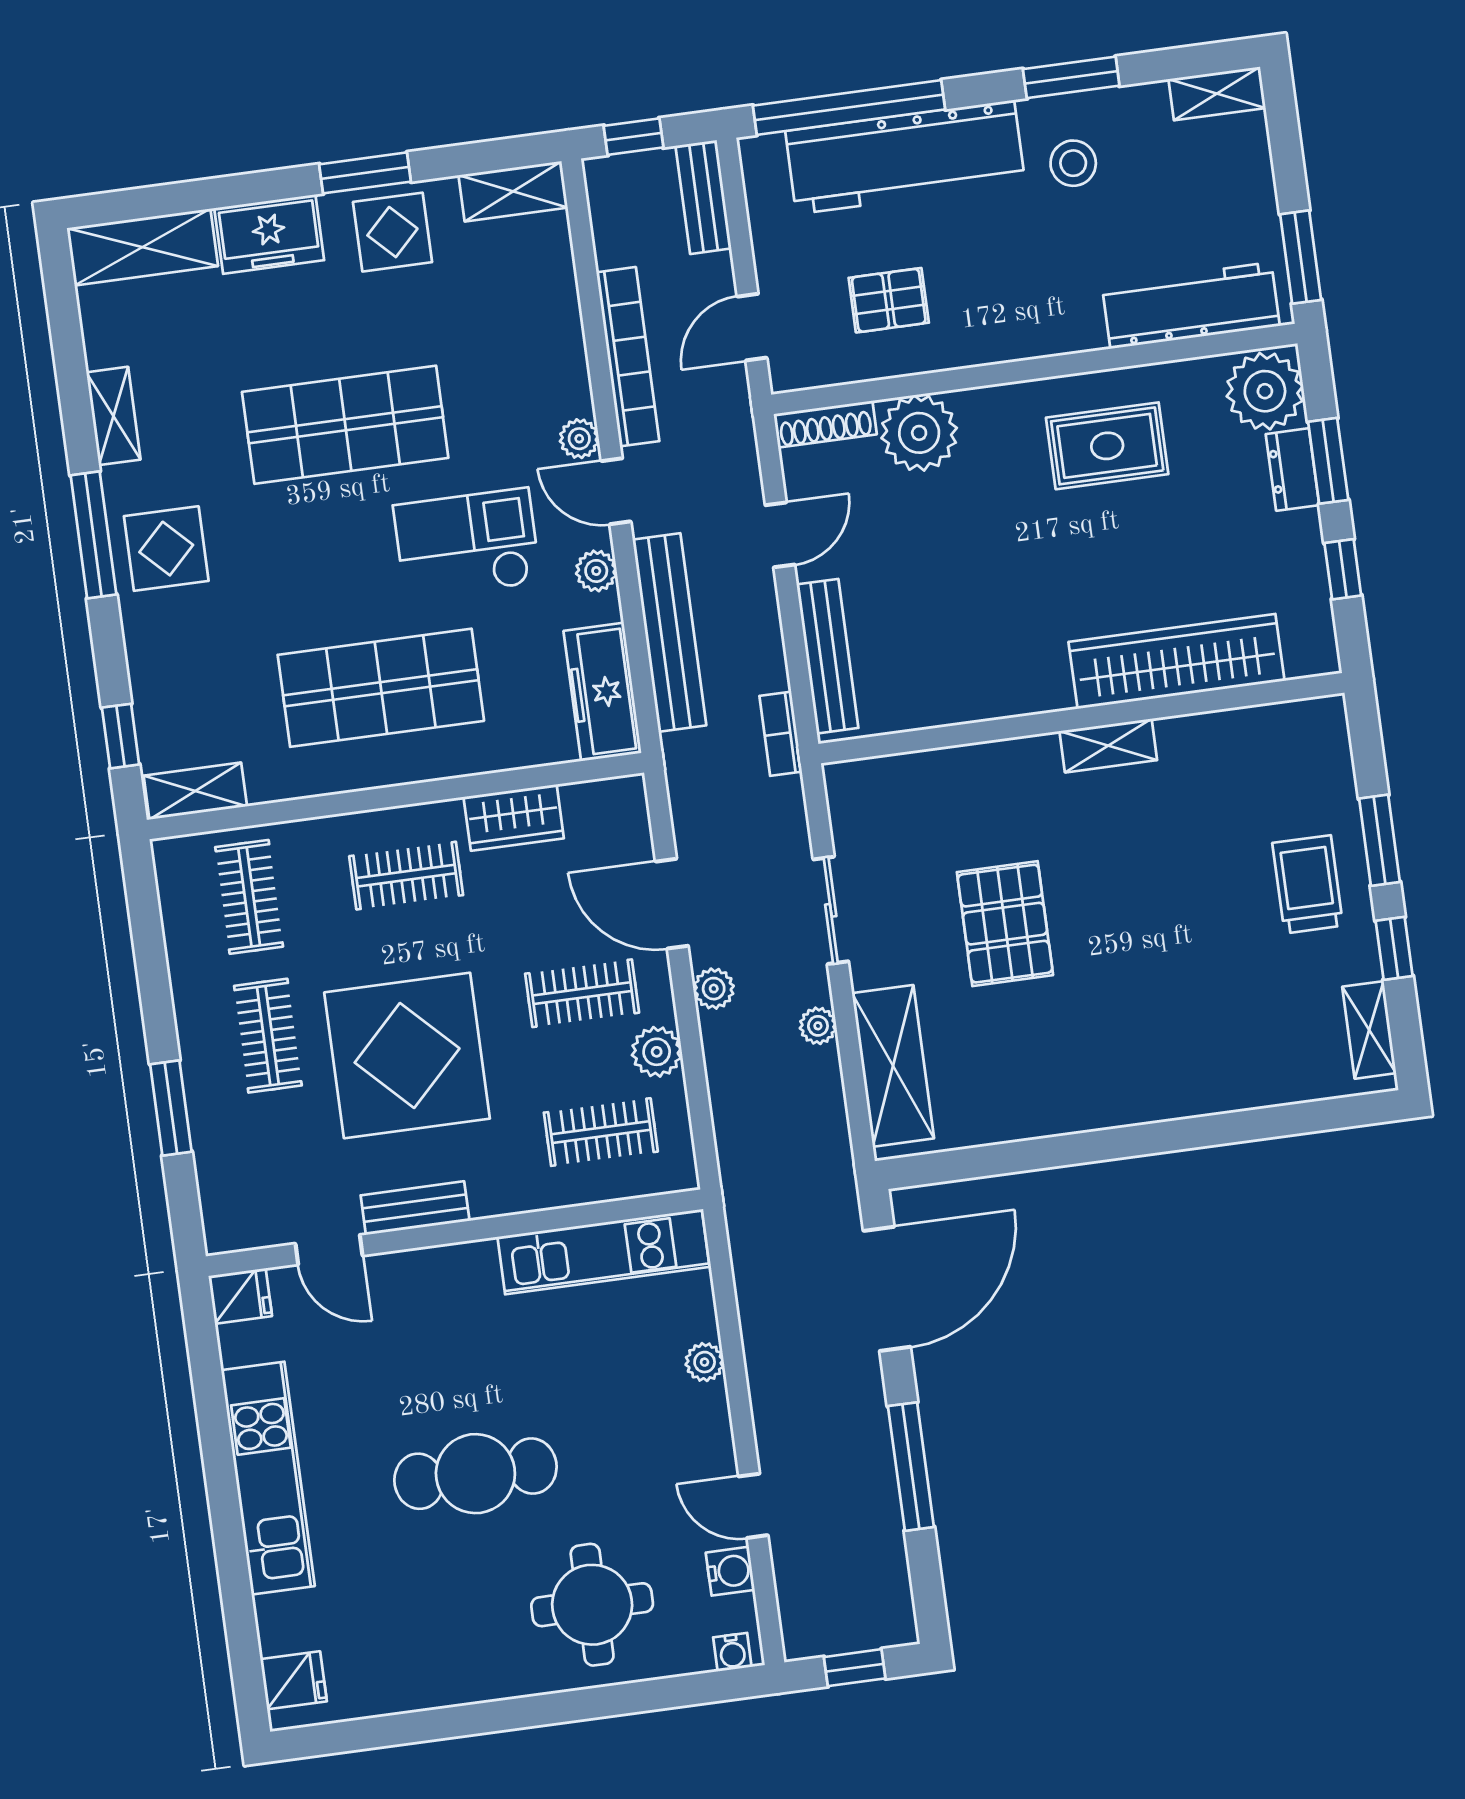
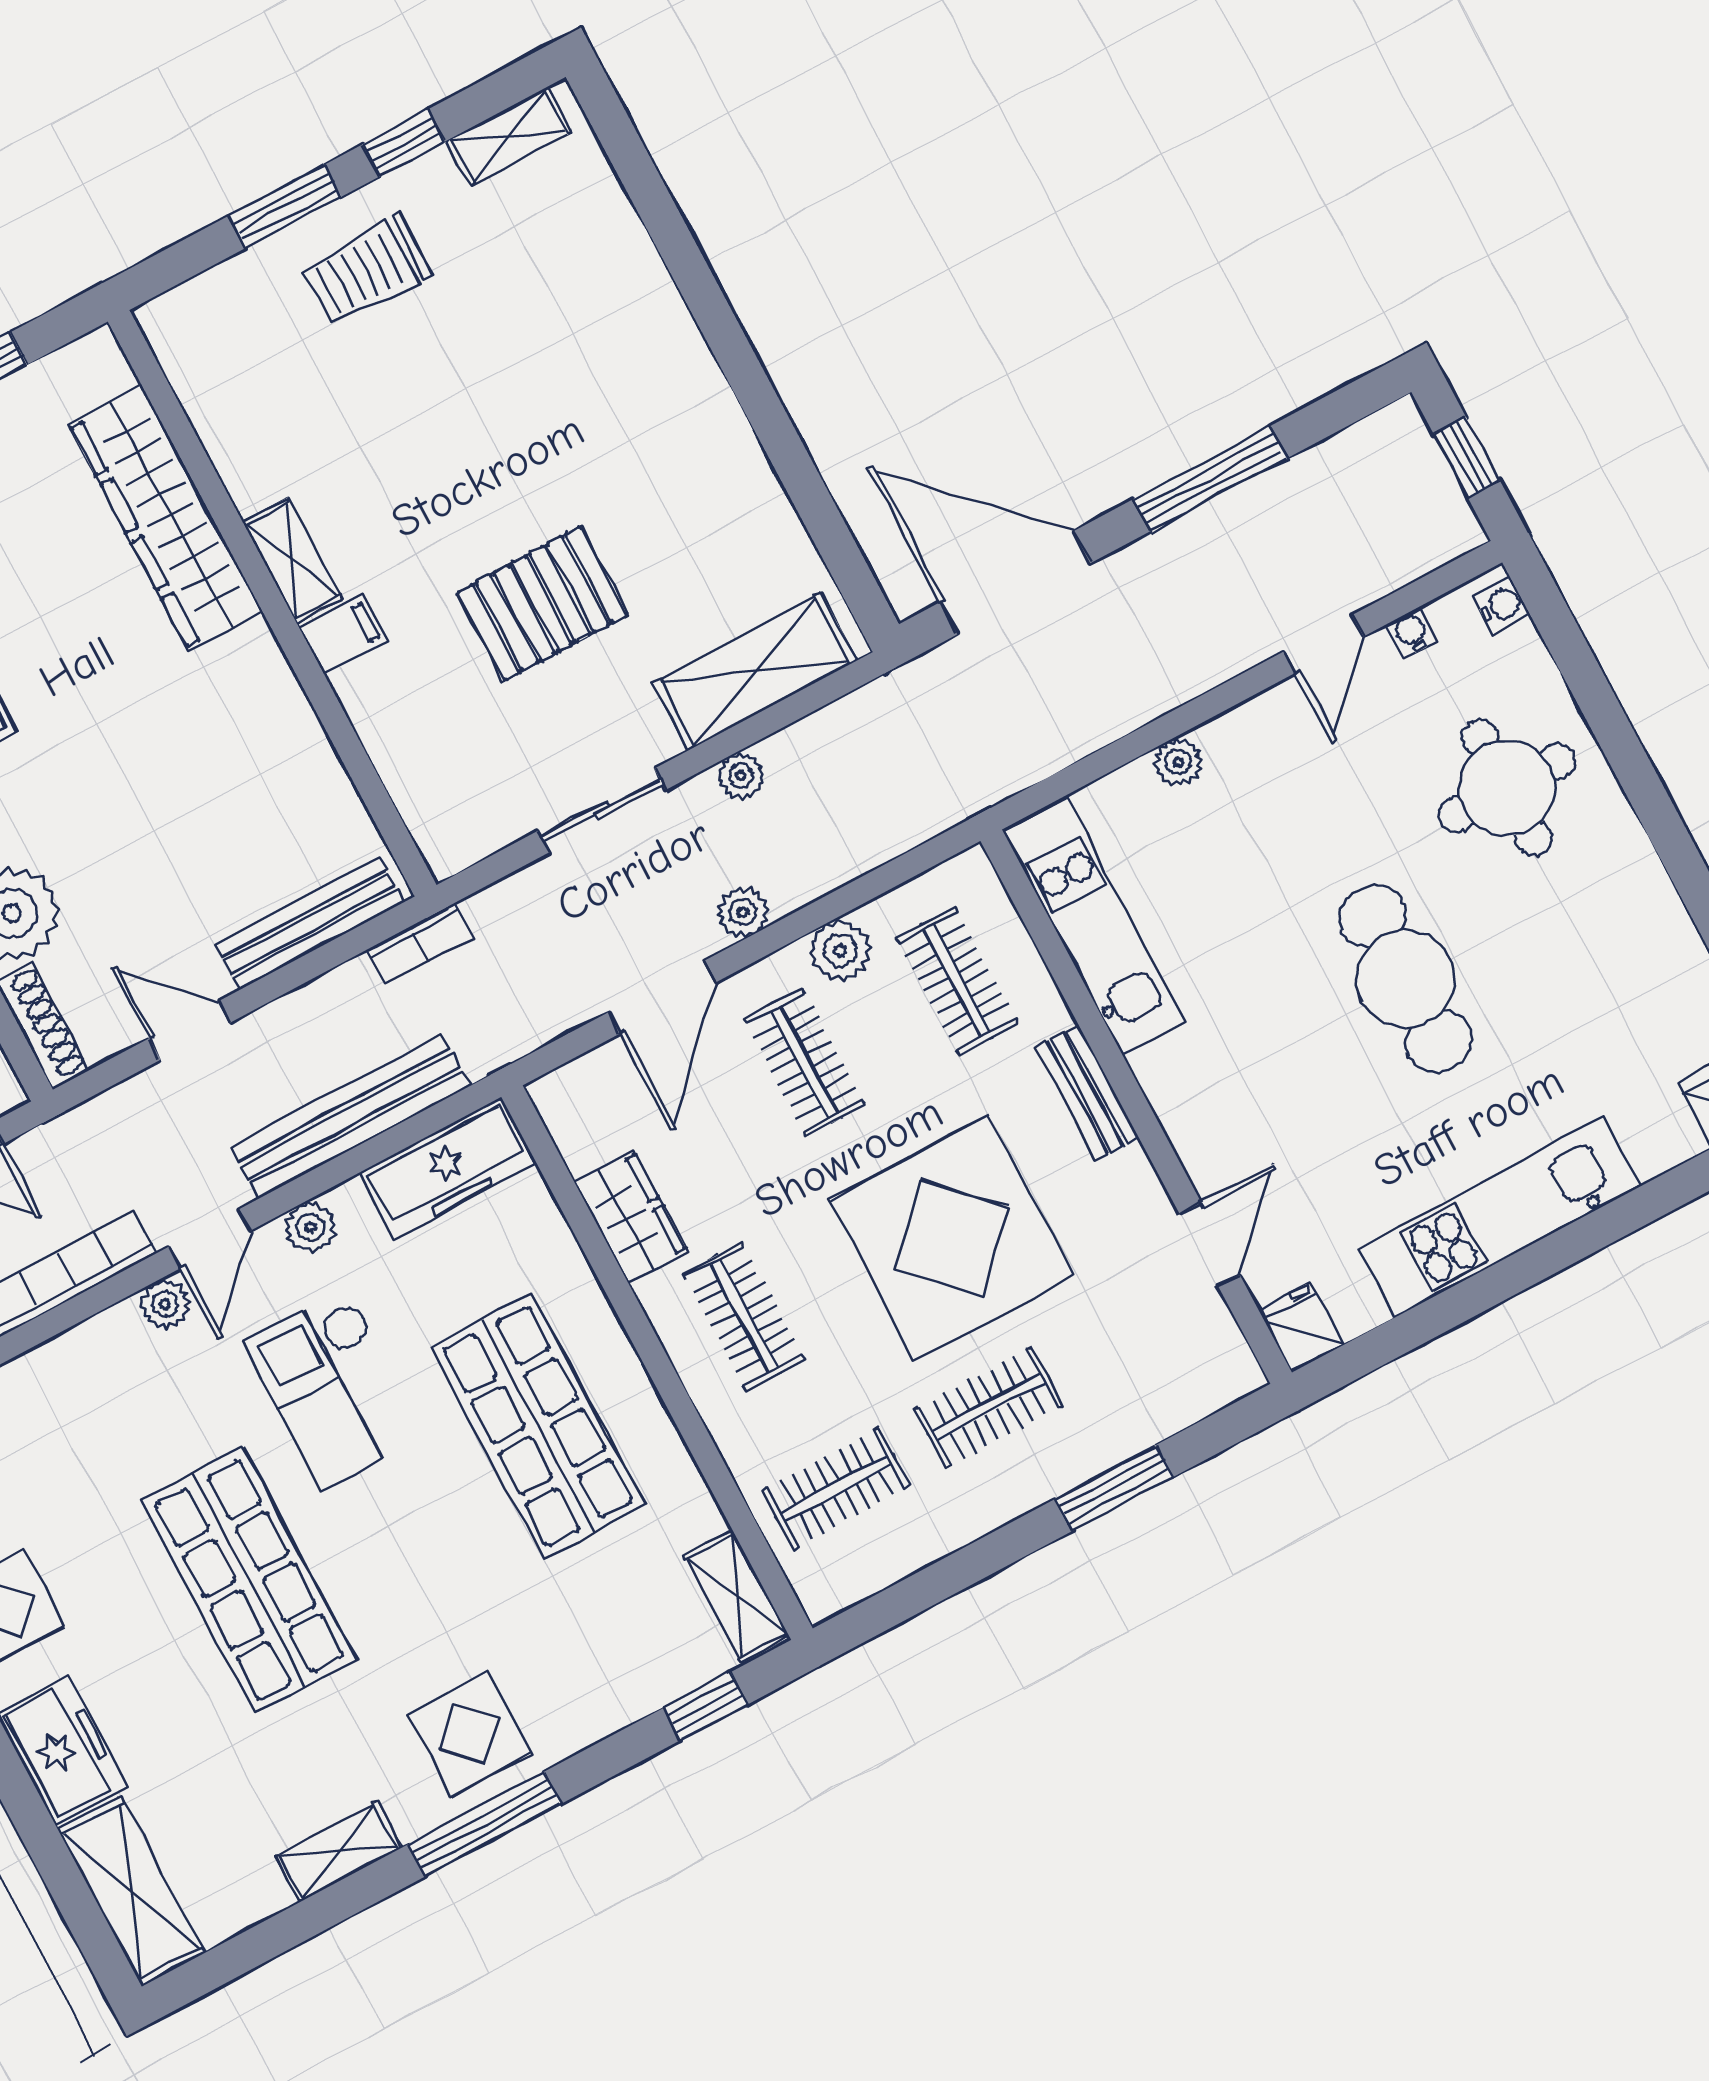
filing cabinet: (1038, 764) -> (343, 634), added
bench: (415, 1208) -> (1087, 1092), moved
water cooler: (730, 1571) -> (1412, 633), width x0.72, depth x0.72

